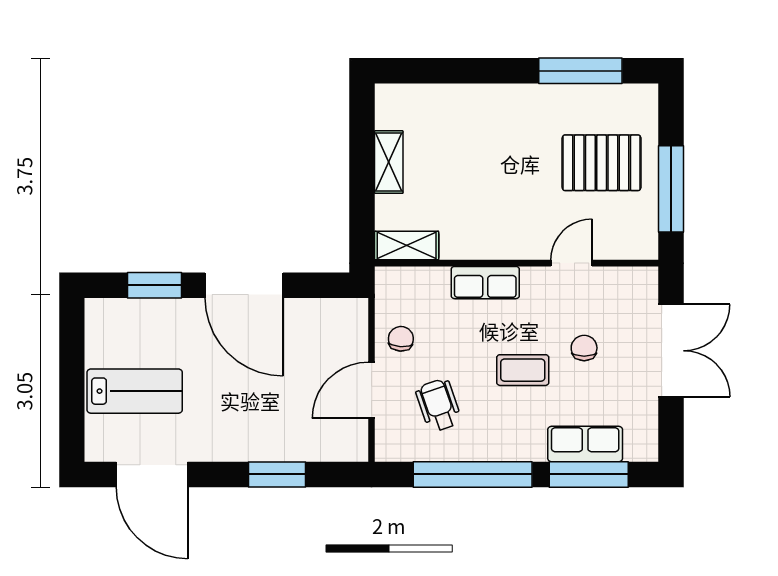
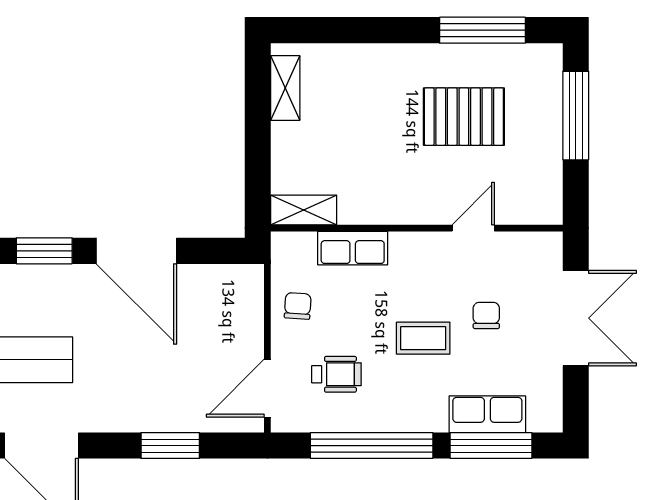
shelving: (389, 162) -> (285, 88), moved
pallet: (602, 163) -> (464, 117), moved
window: (671, 189) -> (576, 116), moved
row of seats: (485, 283) -> (353, 248), moved
door: (371, 390) -> (267, 388), moved
wheelchair: (439, 405) -> (336, 374), turned 109

